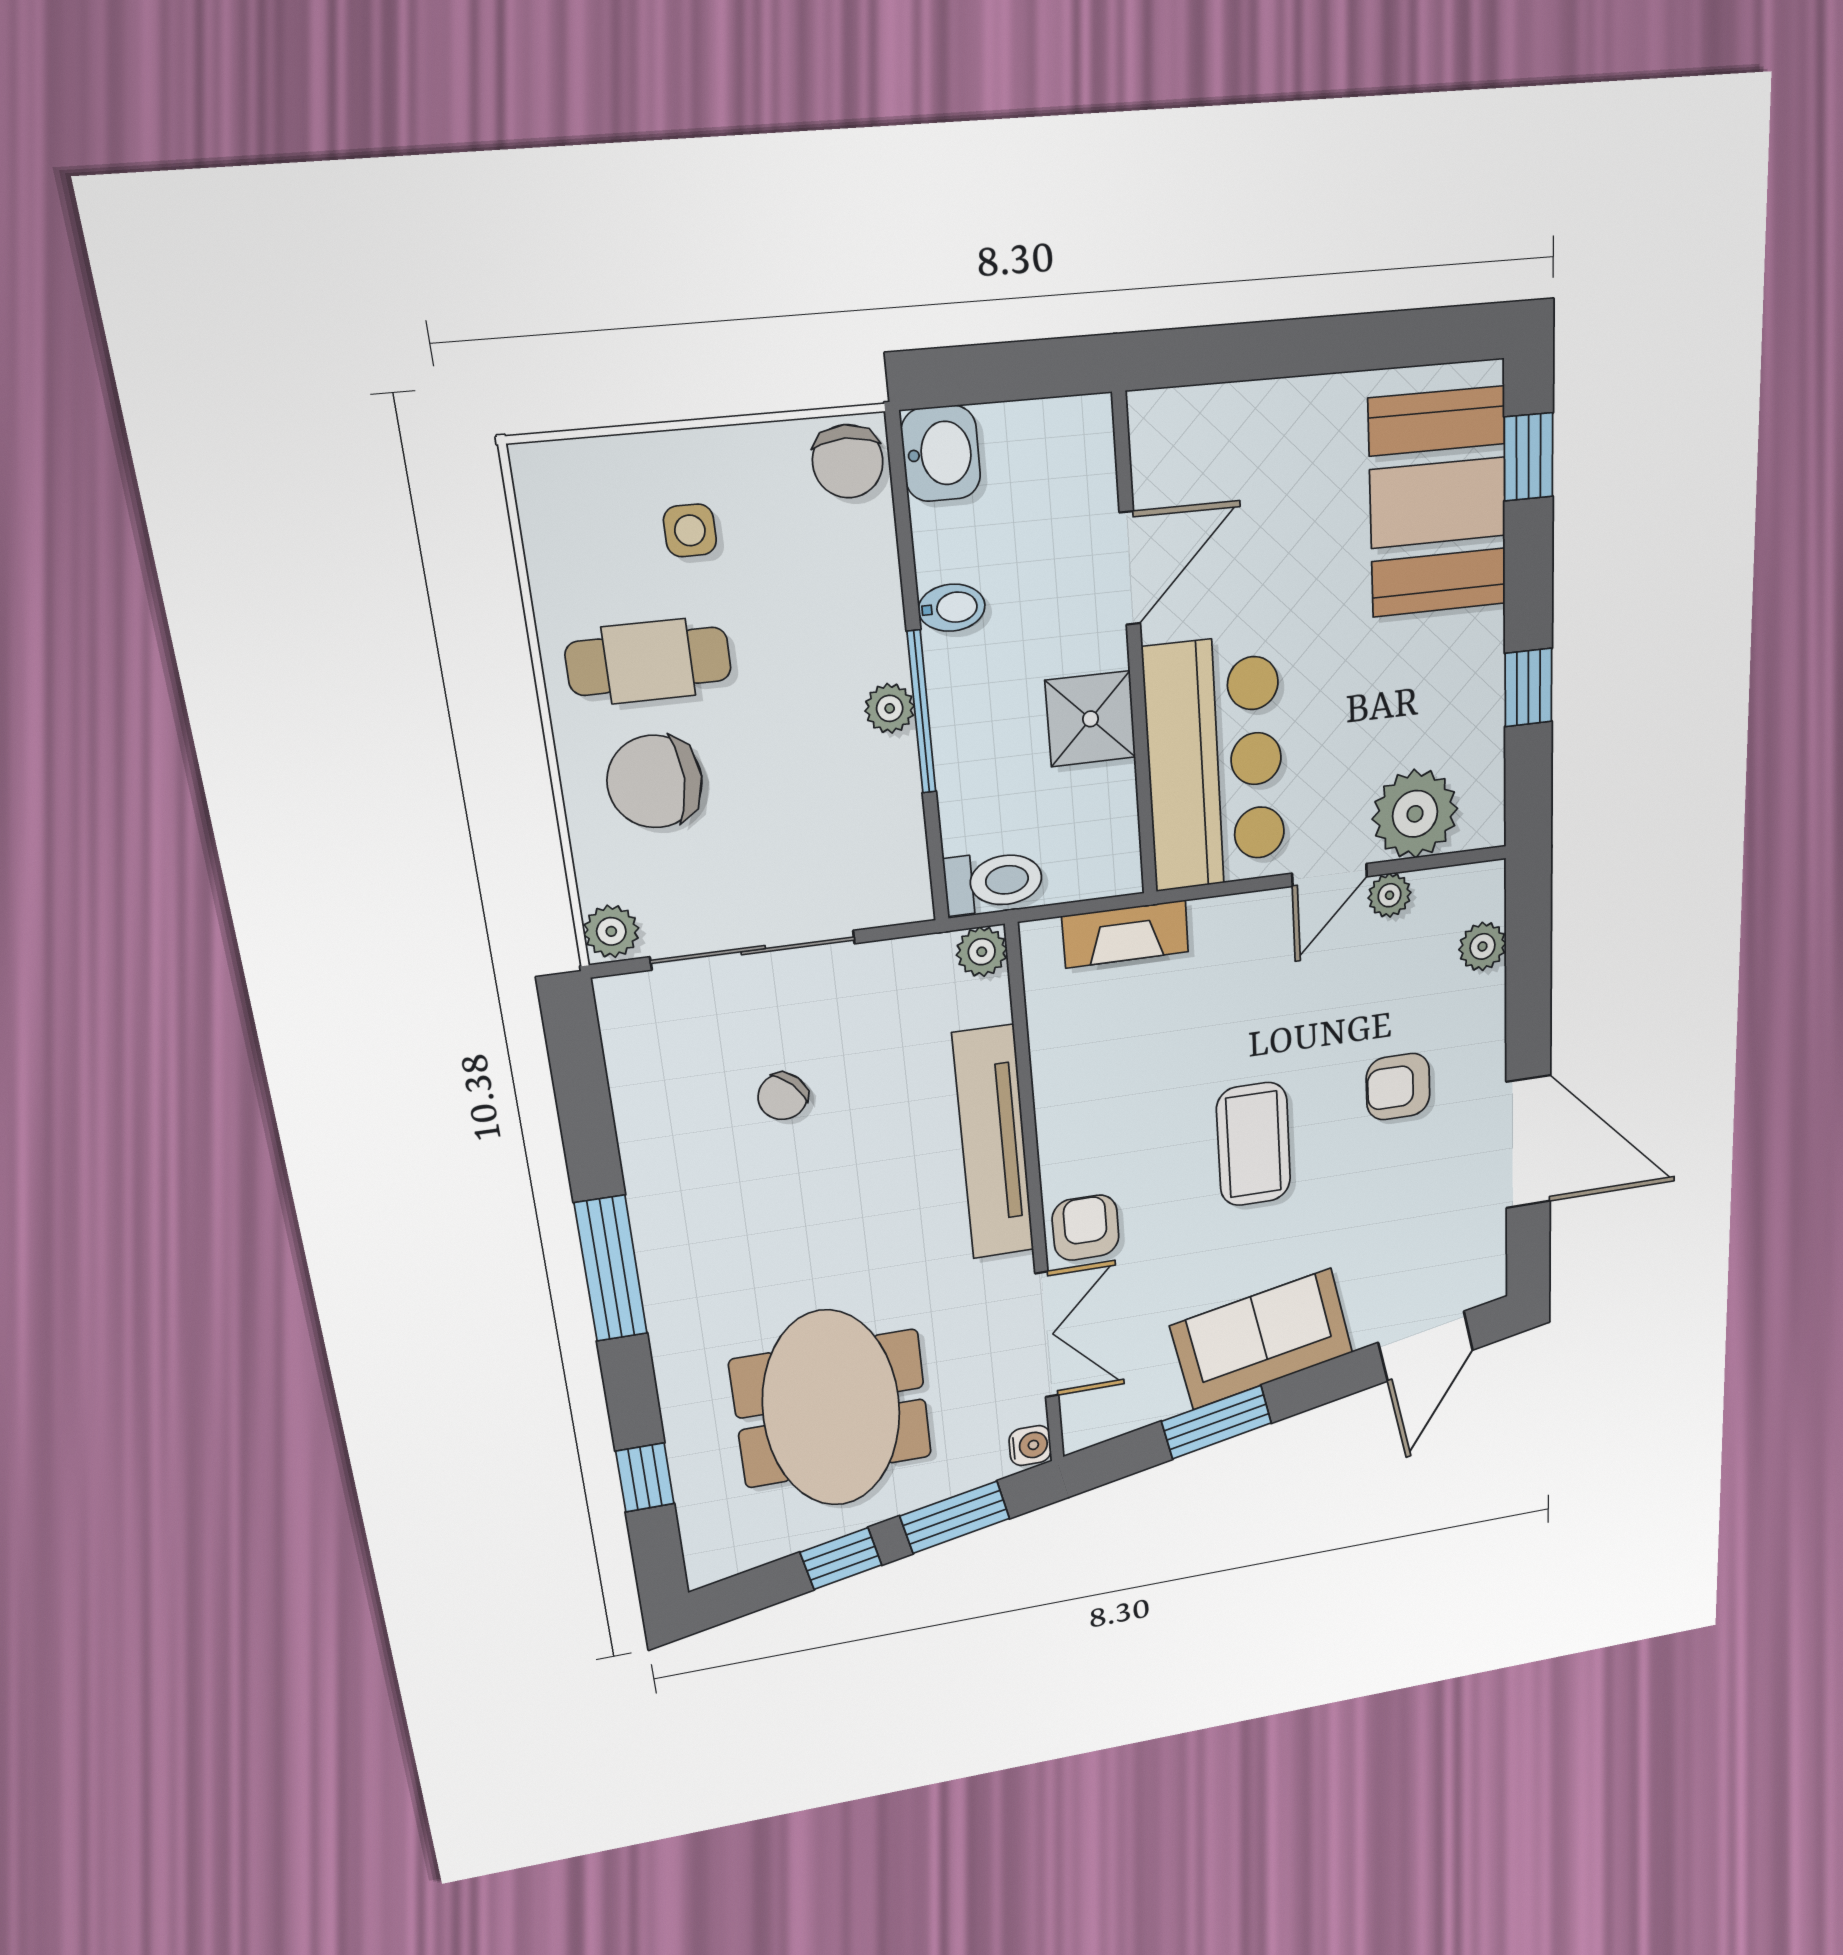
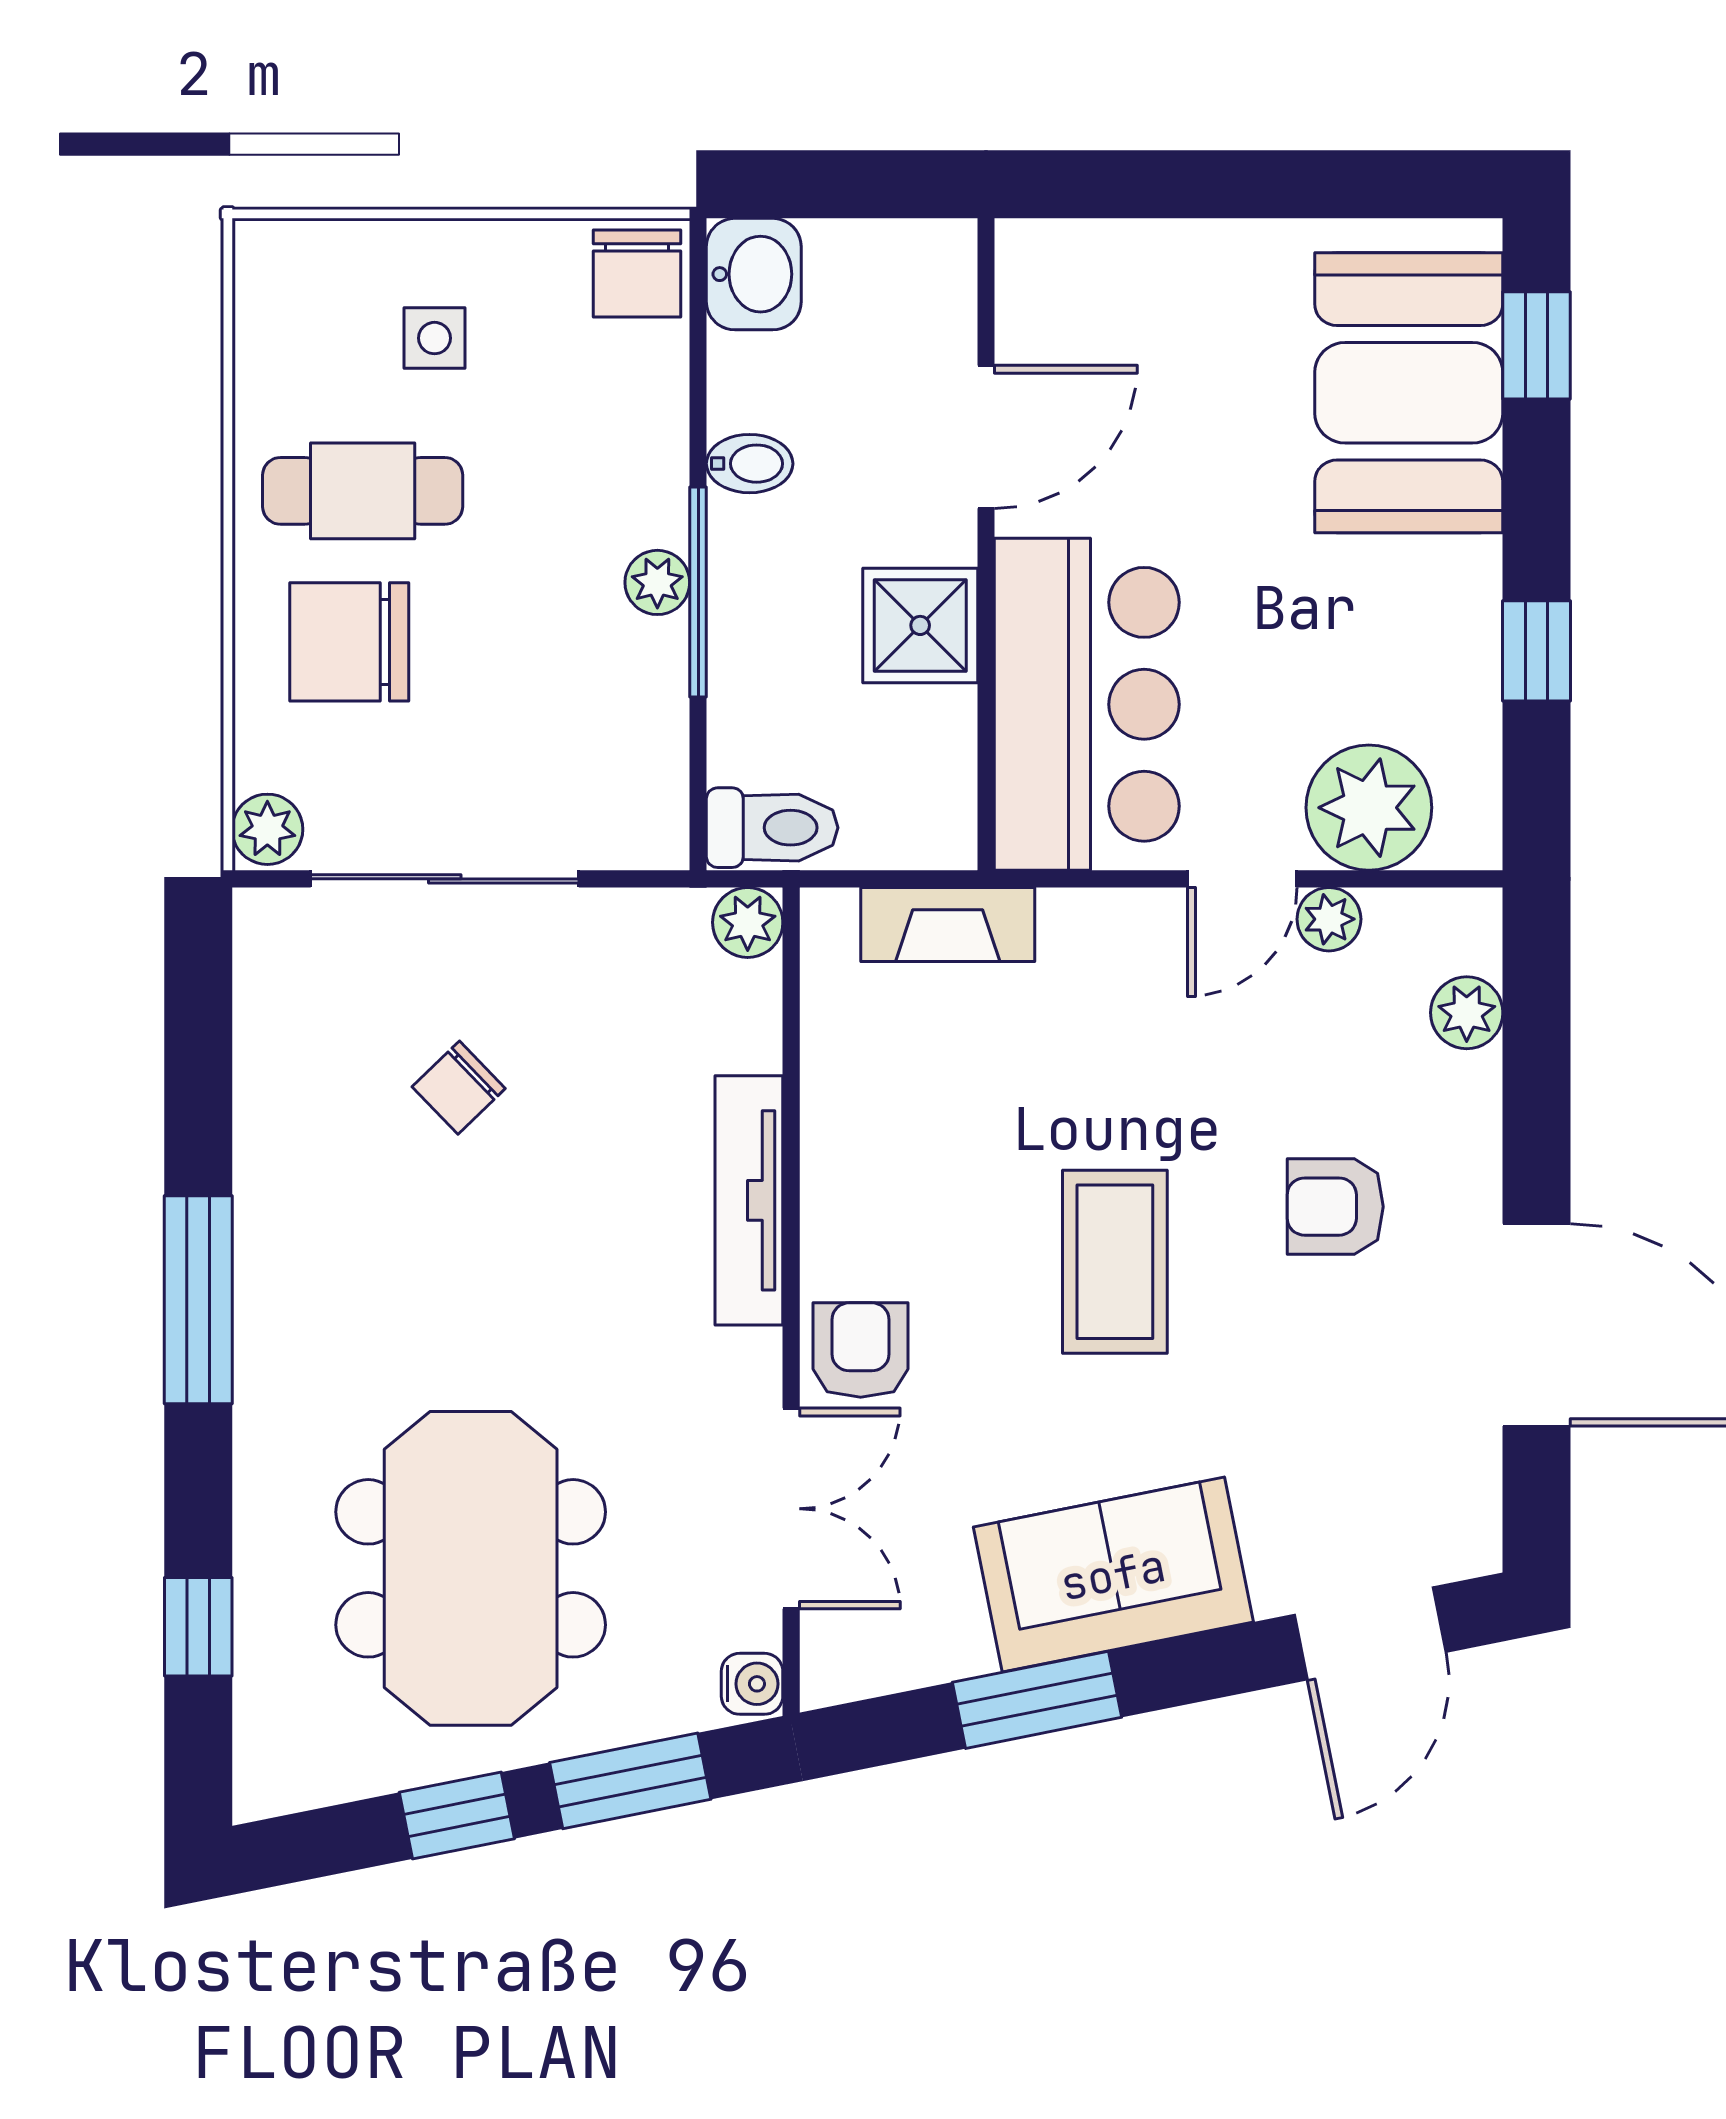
tv unit: (993, 1143) -> (749, 1200), width x0.73, depth x0.78

